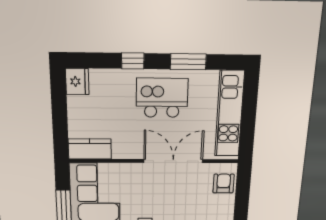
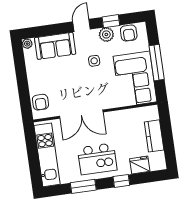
fridge: (77, 81) -> (140, 165), moved, turned 90
kitchen counter: (90, 149) -> (154, 136), moved, turned 90

